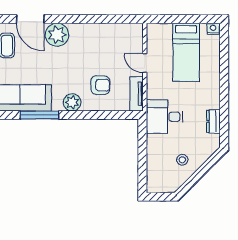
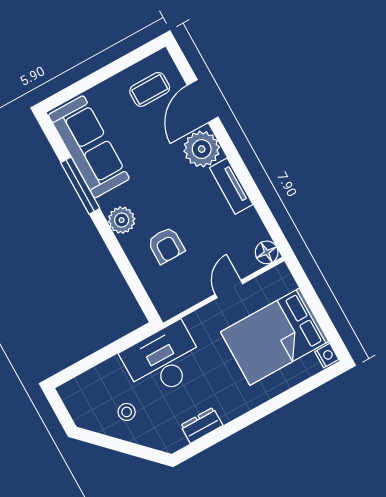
floor lamp: (136, 30) -> (267, 252), added
bed: (186, 52) -> (275, 337), width x1.50
tv unit: (137, 94) -> (231, 186), moved, turned -90
desk: (165, 117) -> (163, 361), width x1.37

